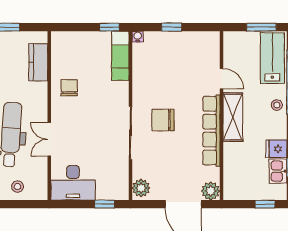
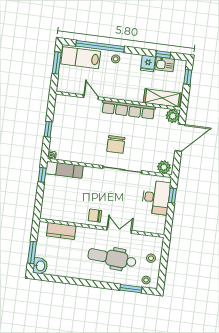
door: (222, 79) -> (91, 97), hinge flipped
chair: (69, 88) -> (95, 216), moved
shelving: (233, 117) -> (162, 98), moved
double door: (49, 139) -> (119, 230), swing flipped
desk: (73, 183) -> (156, 198), moved

